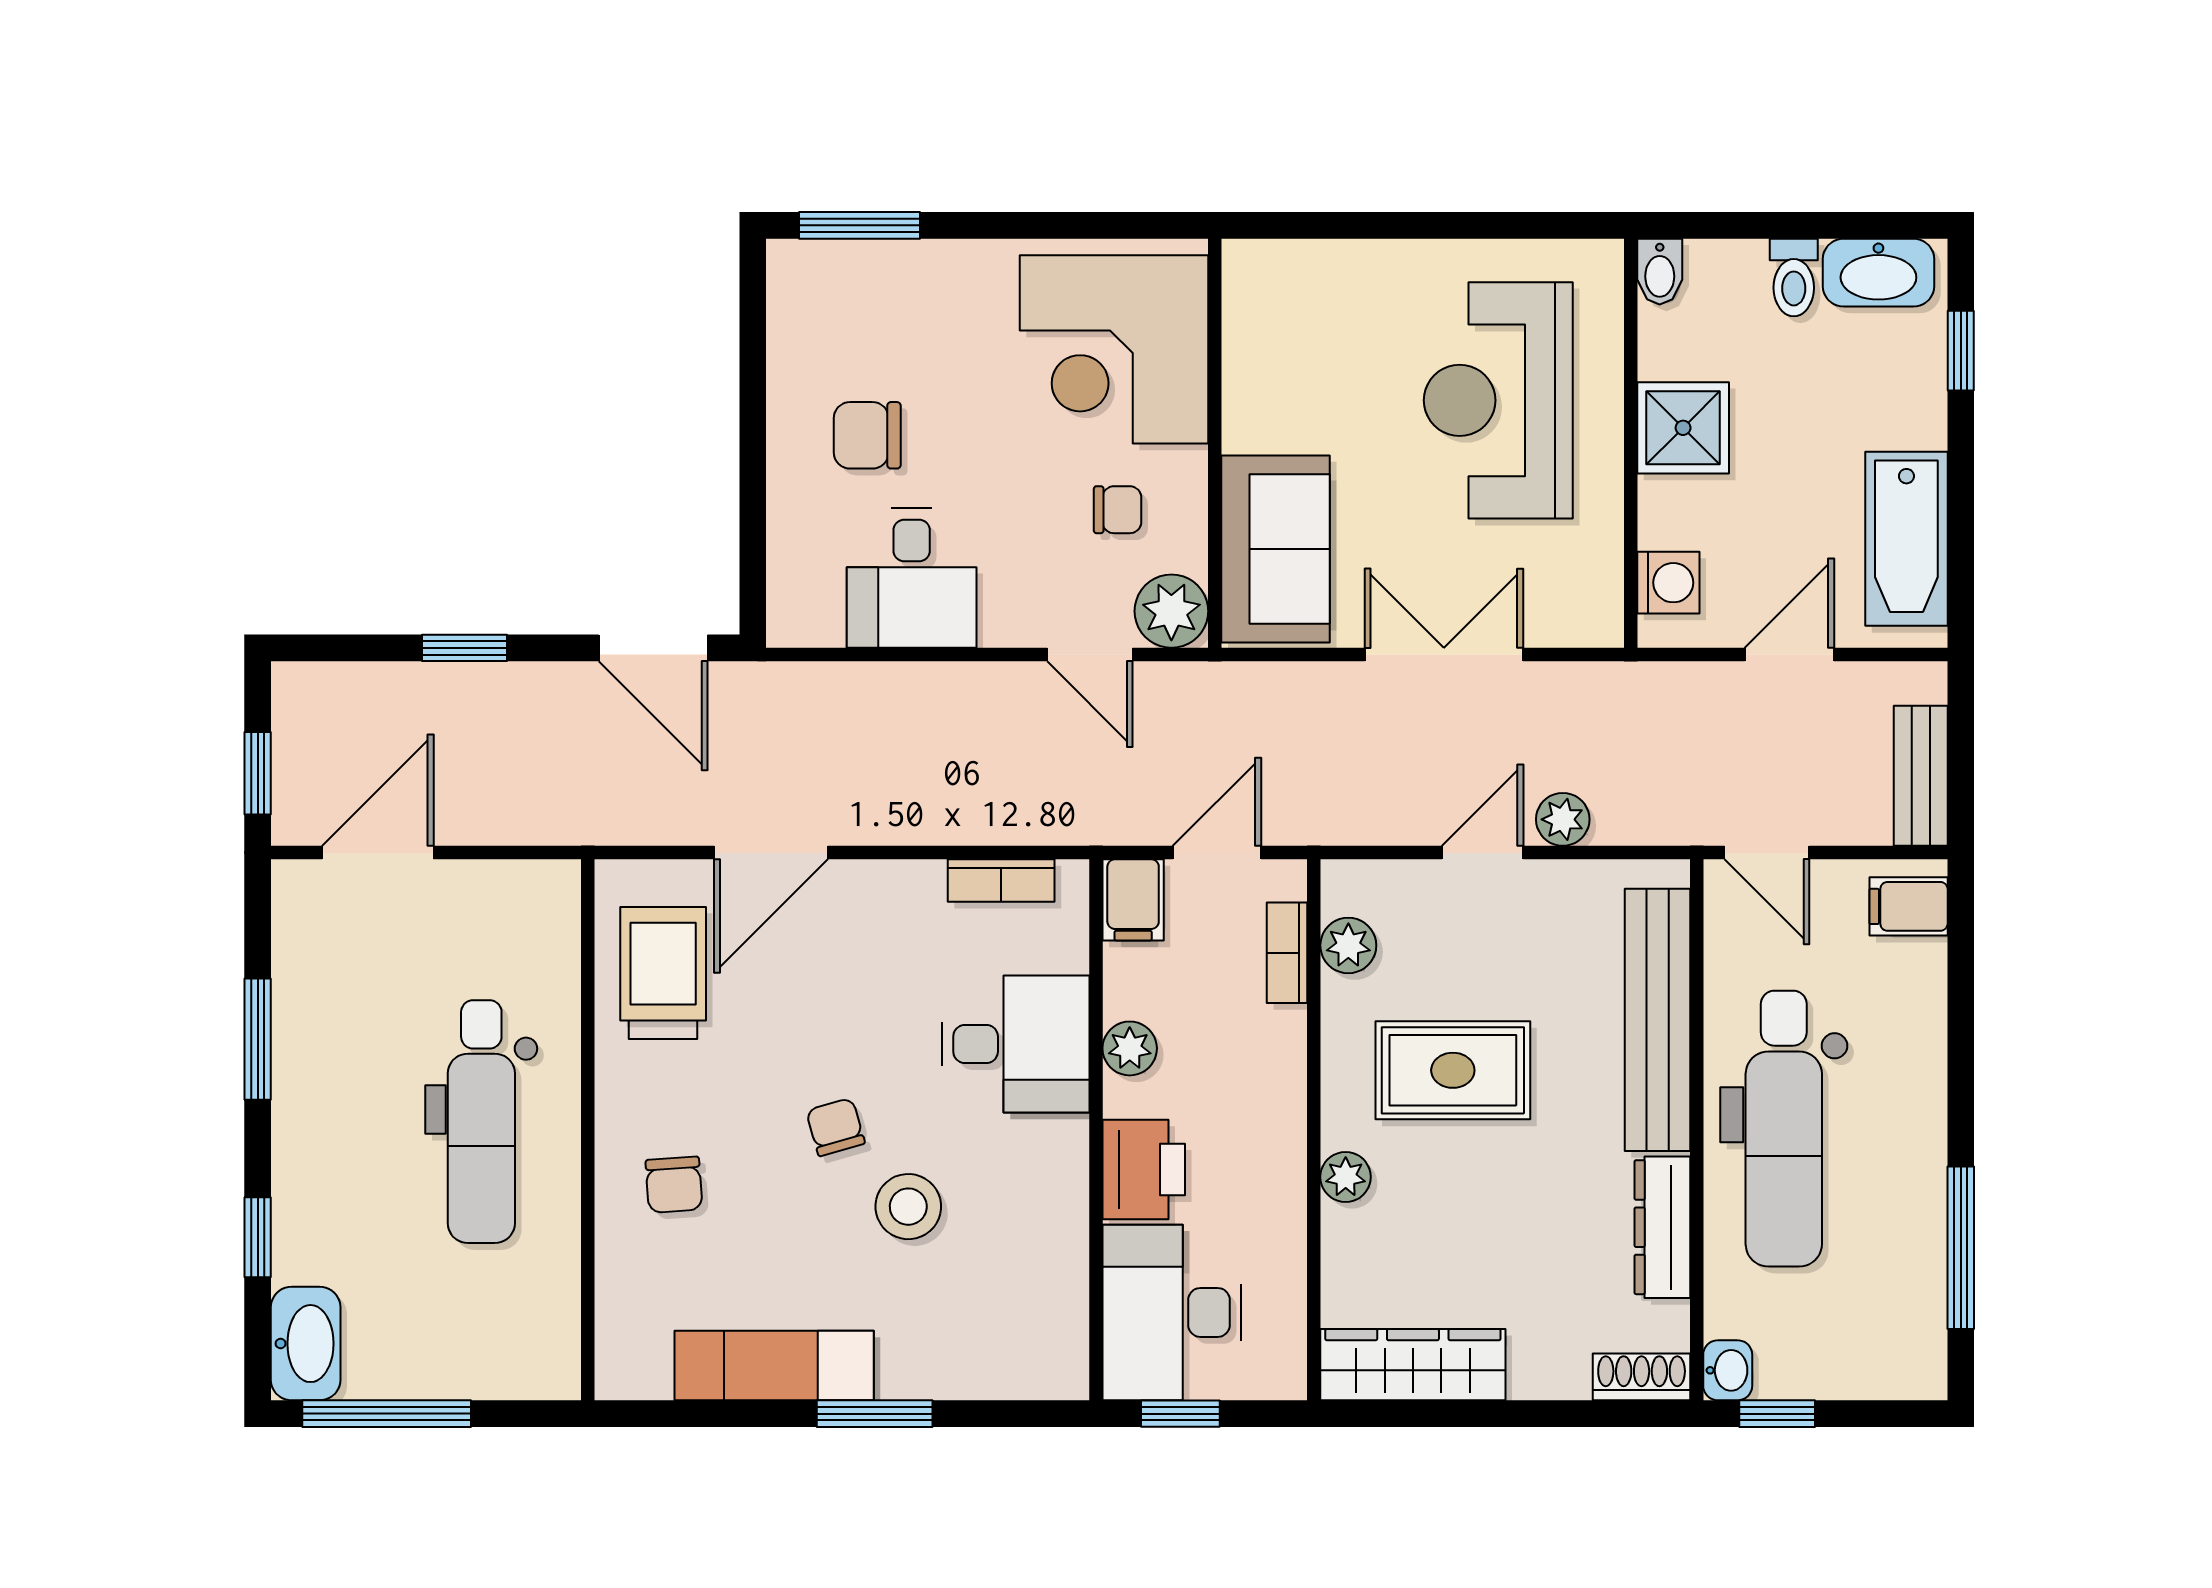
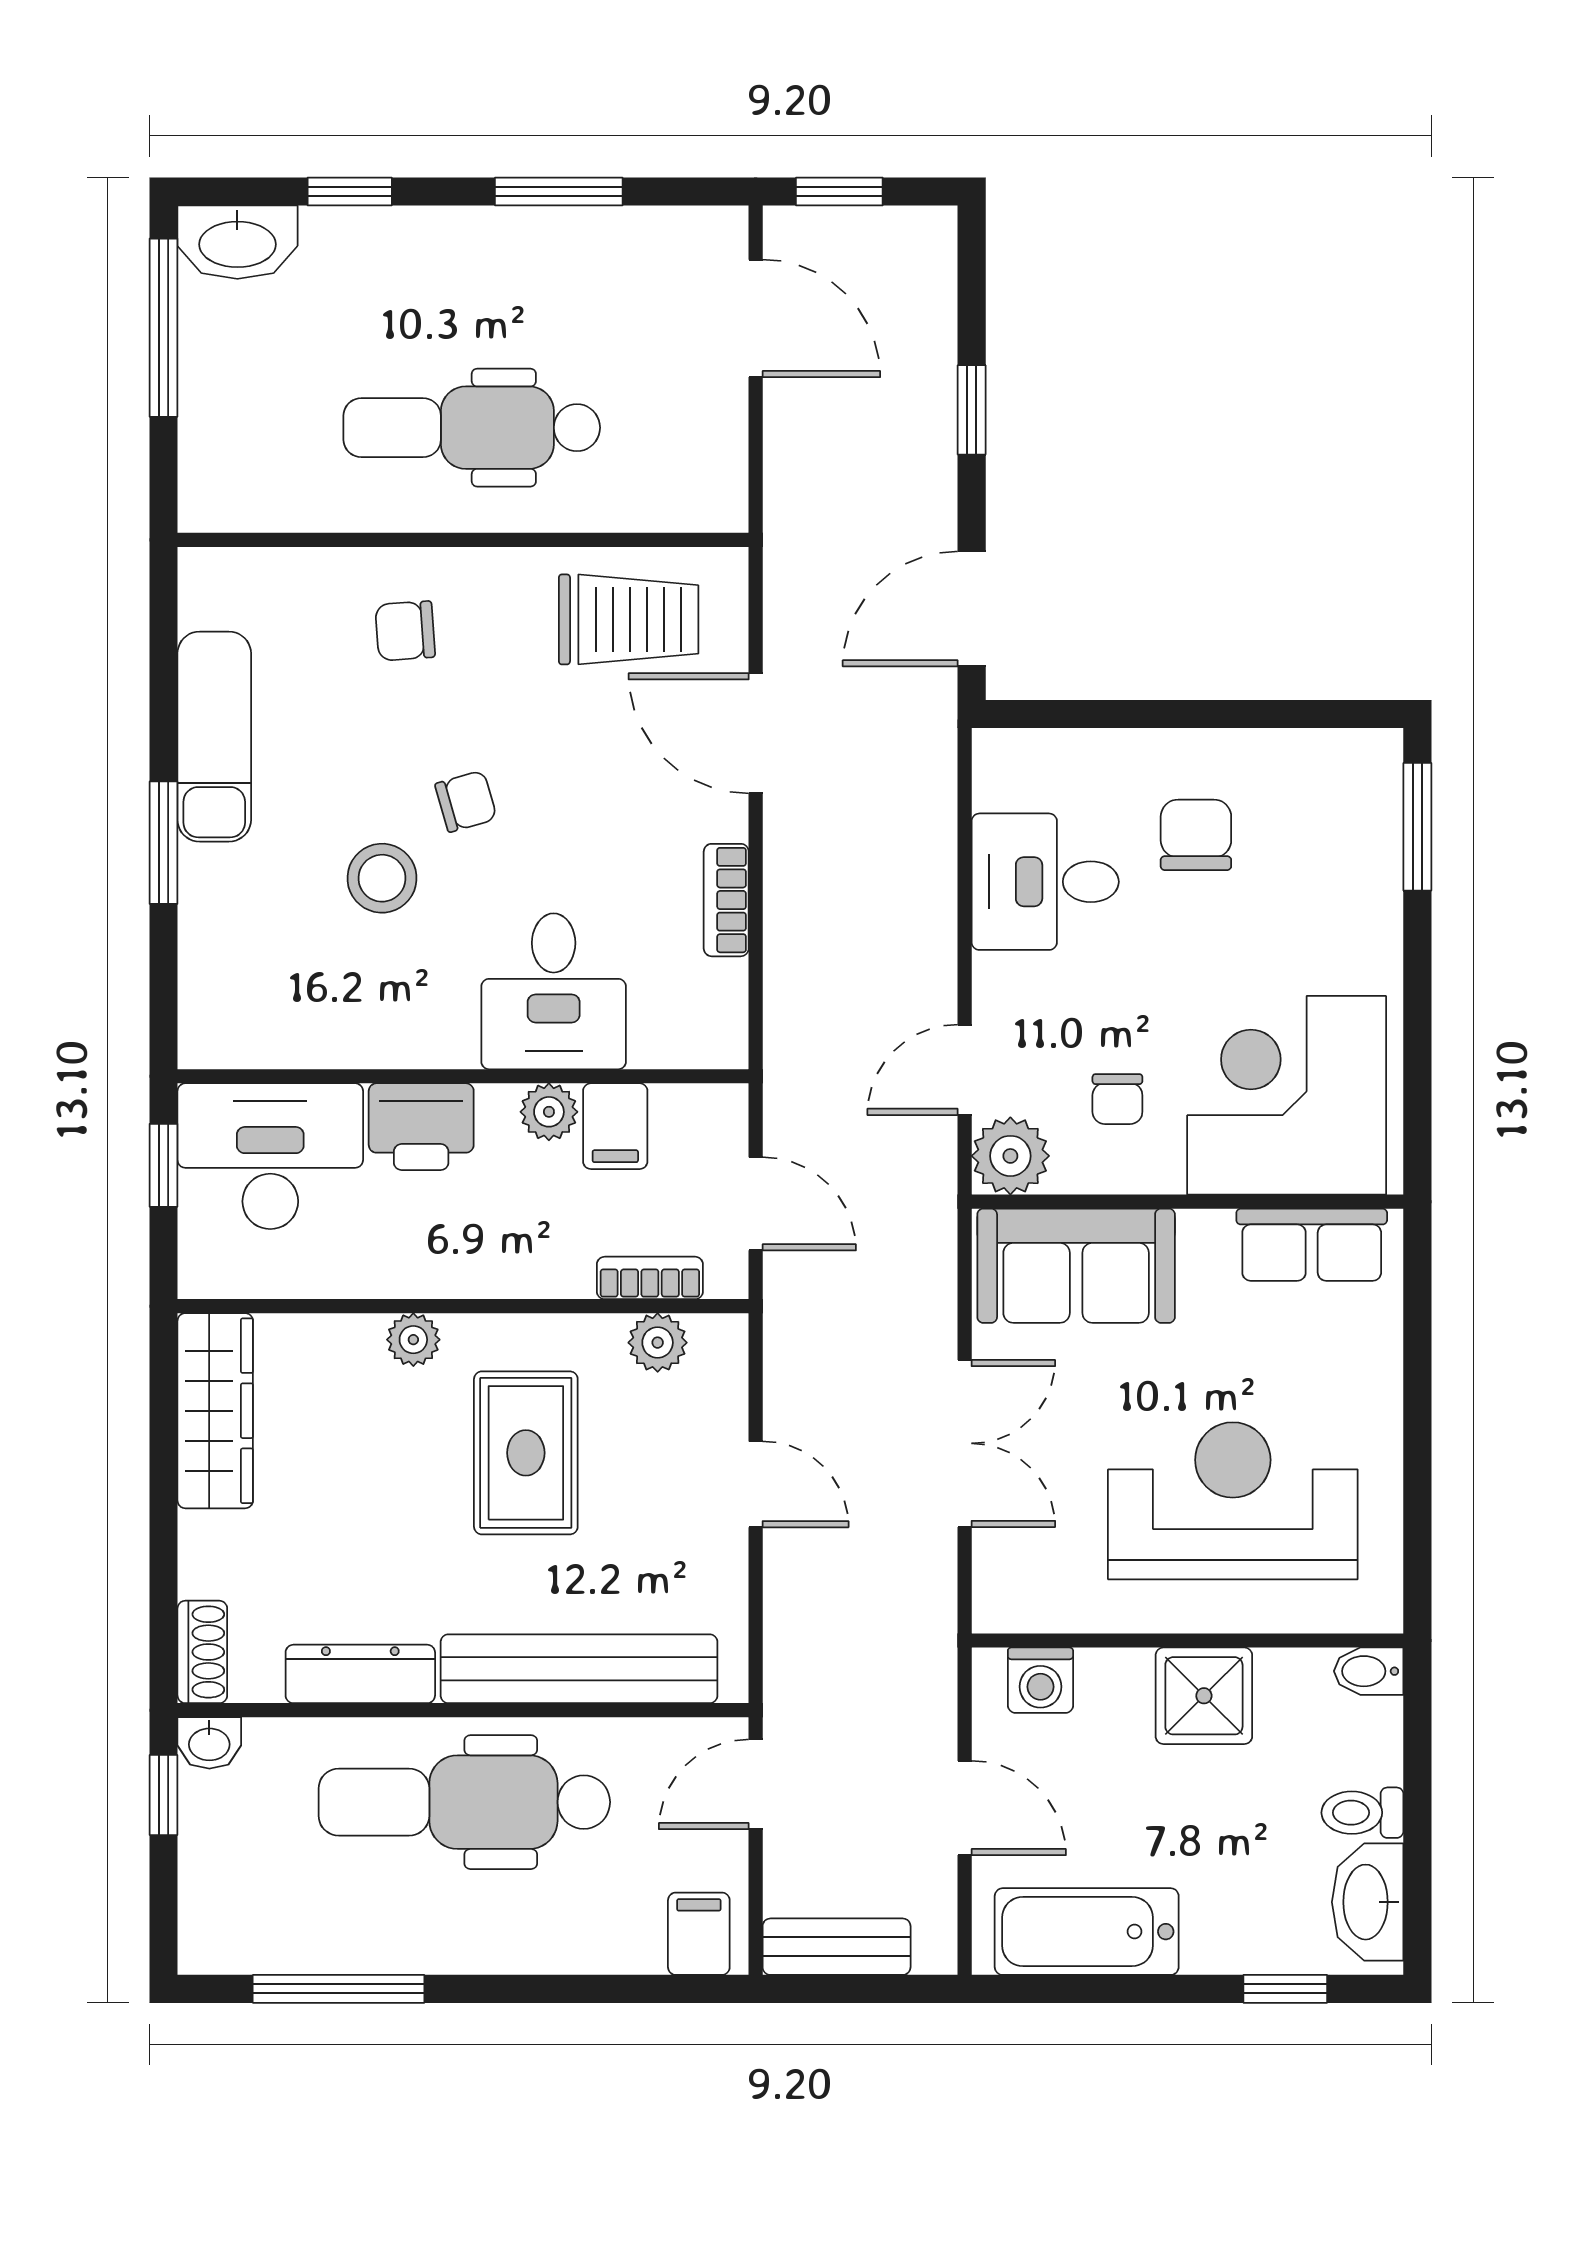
row of seats: (1256, 326) -> (1312, 1245), added
plant: (1563, 819) -> (791, 1569), removed
bookcase: (1001, 880) -> (726, 900), moved
filing cabinet: (1133, 900) -> (615, 1126), moved, turned -90

